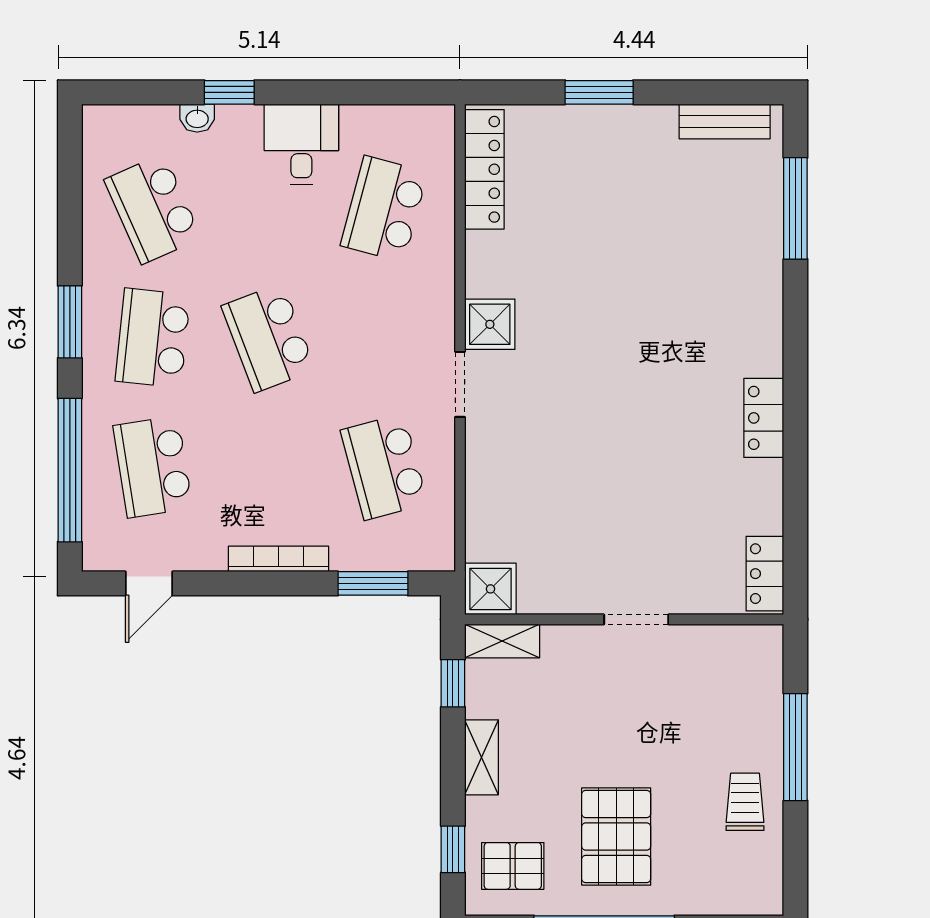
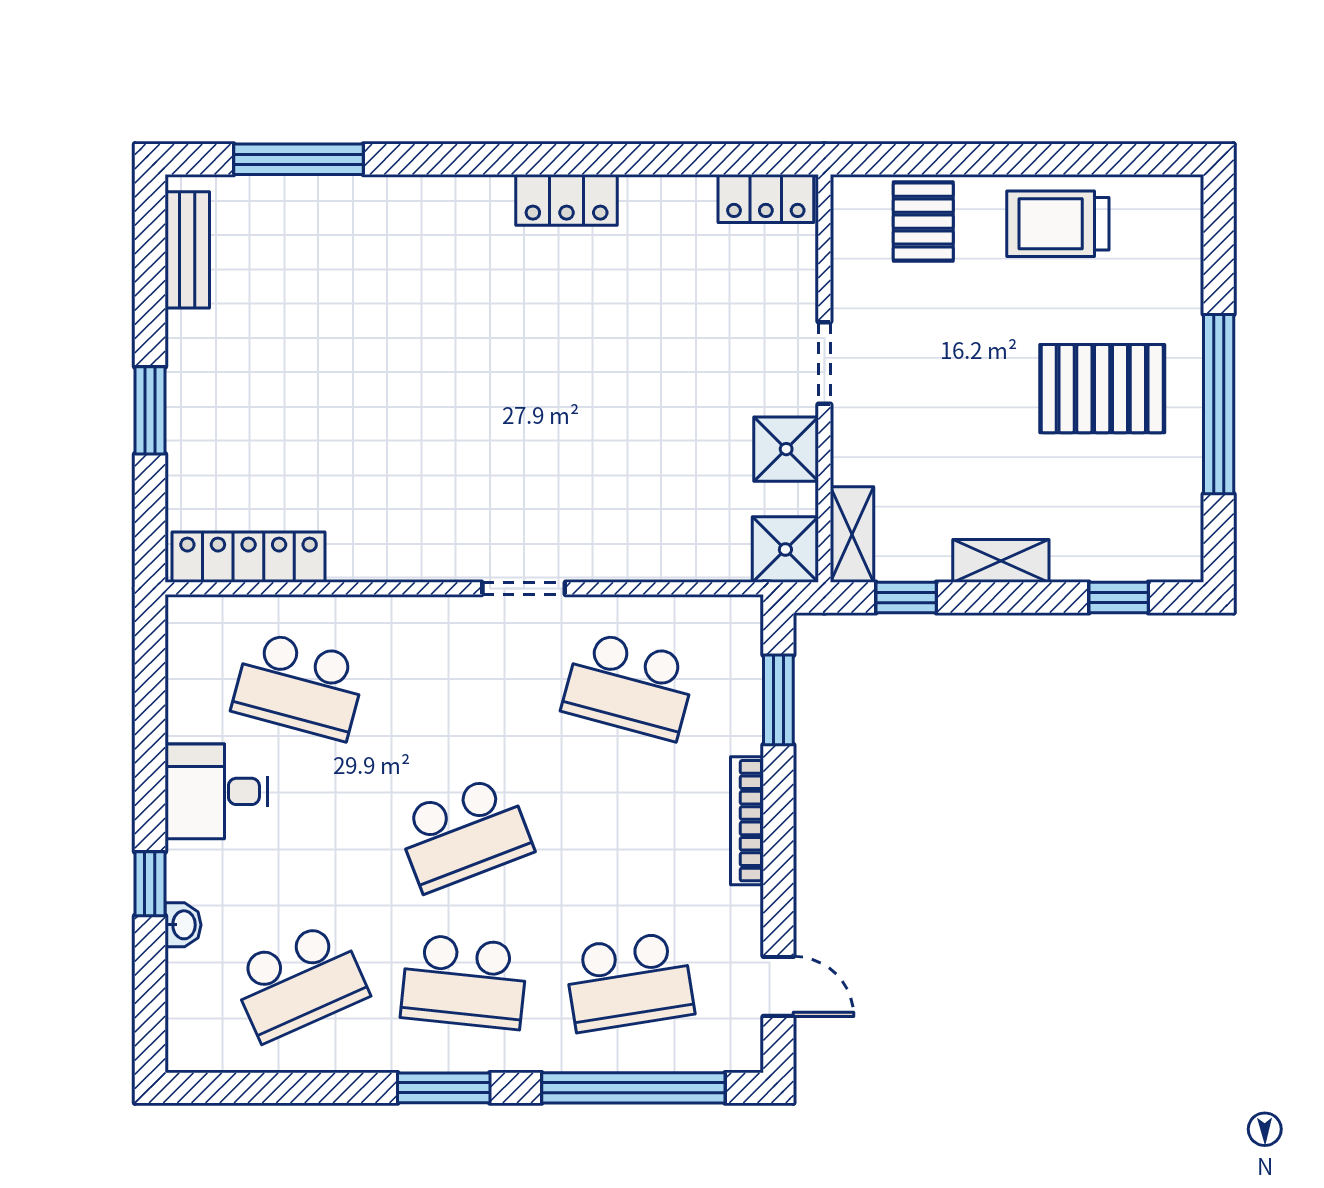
shower: (490, 324) -> (786, 449), moved
school desk: (384, 467) -> (629, 686), turned 30
window: (795, 747) -> (988, 159), removed
trolley: (745, 802) -> (1058, 224), width x1.36, depth x1.39
pallet: (513, 866) -> (923, 222), moved

